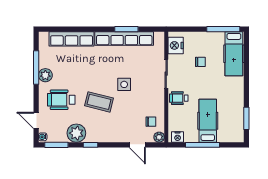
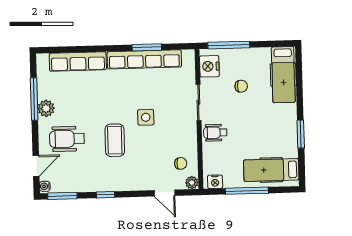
window: (223, 29) -> (229, 45), moved
coffee table: (99, 102) -> (115, 140), turned 76
window: (246, 118) -> (301, 134), moved
door: (36, 120) -> (36, 166), swing flipped
hospital bed: (208, 121) -> (271, 170), moved, turned -90
plant: (76, 133) -> (87, 180), removed

